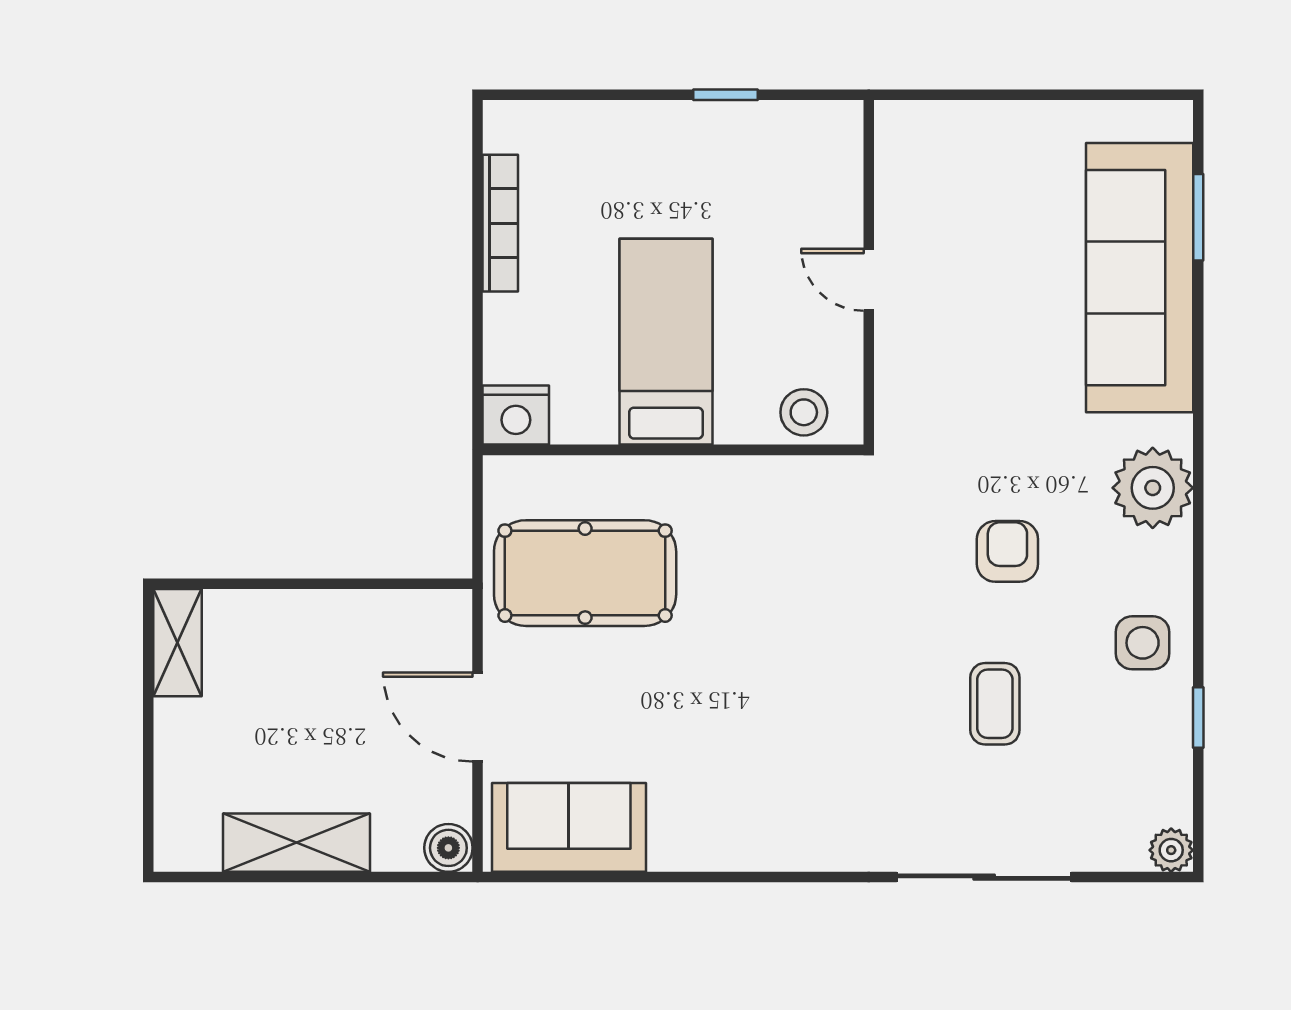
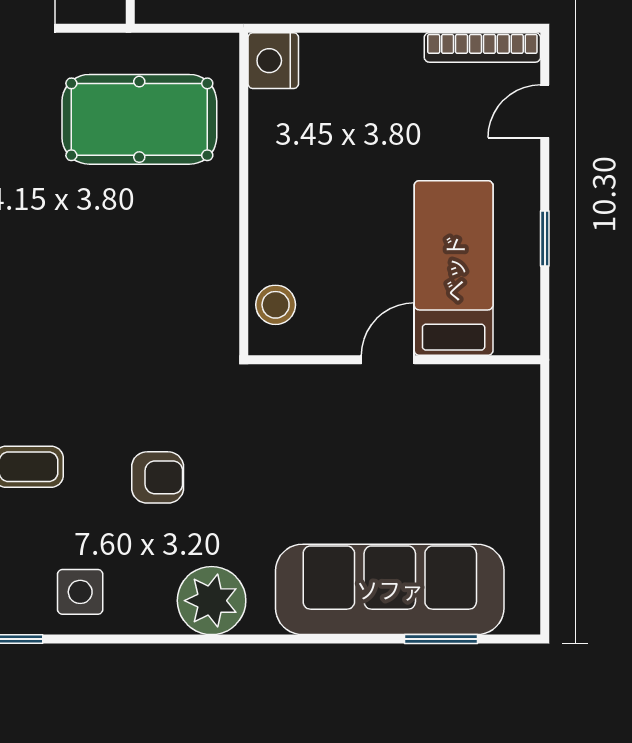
door: (576, 95) -> (545, 111), added
bookcase: (500, 223) -> (482, 47), moved
bed: (666, 342) -> (454, 268), moved, turned -90
pool table: (585, 573) -> (139, 119), turned 90

